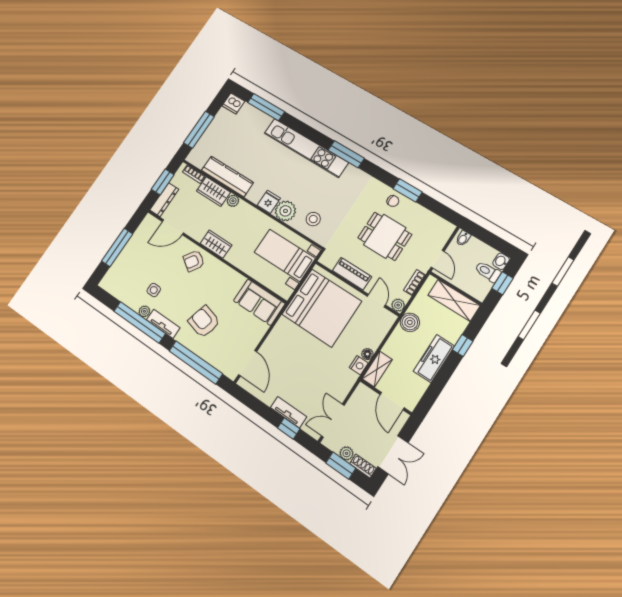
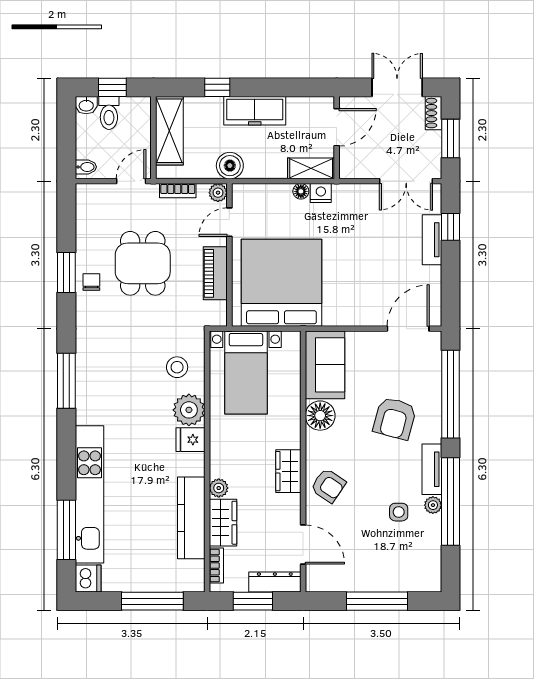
kitchen unit: (306, 148) -> (89, 494), moved
floor lamp: (234, 281) -> (320, 416), added
plant: (346, 453) -> (432, 141), removed

